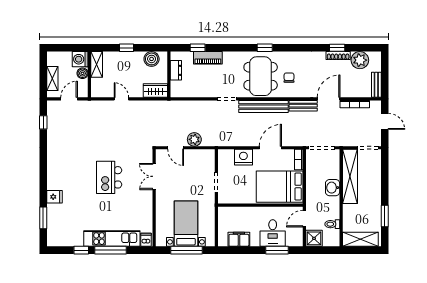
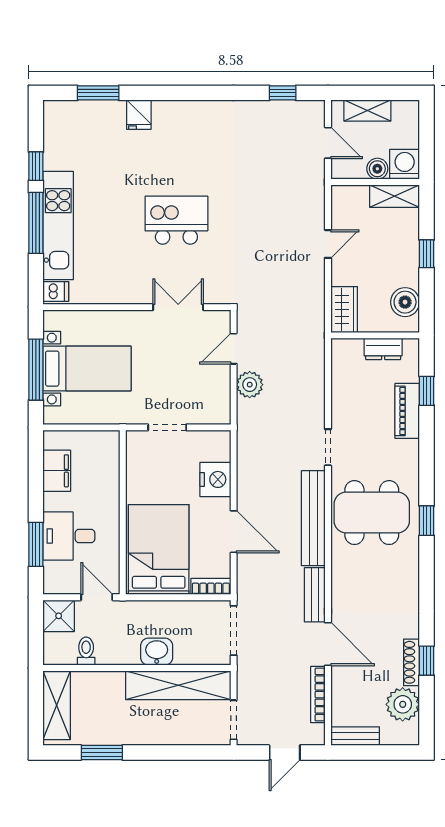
chair: (289, 78) -> (369, 568), removed

